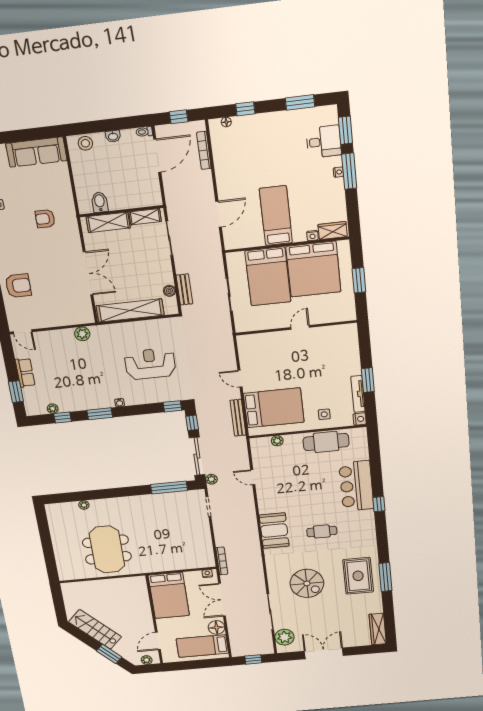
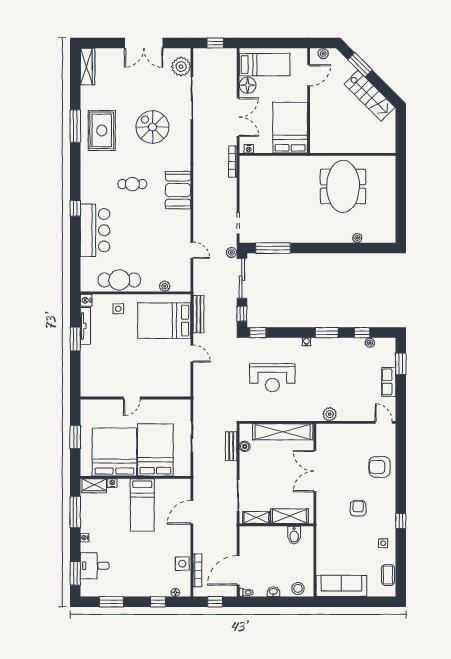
side table: (222, 156) -> (182, 564), added
window: (349, 171) -> (75, 512), moved
armchair: (45, 219) -> (358, 508), moved, turned -90

